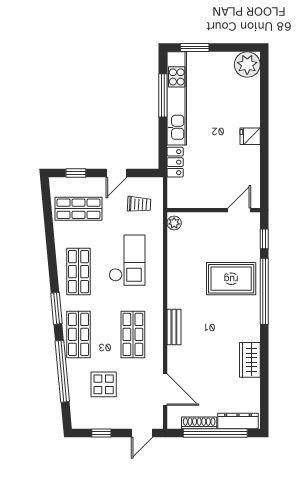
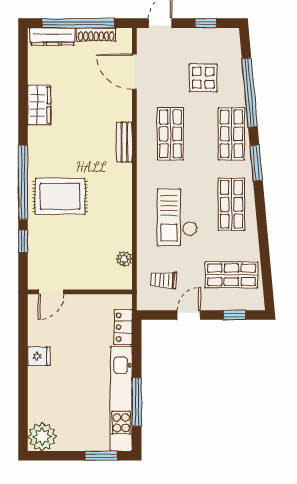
wall: (214, 210) -> (80, 292), moved
door: (239, 210) -> (51, 292), moved

